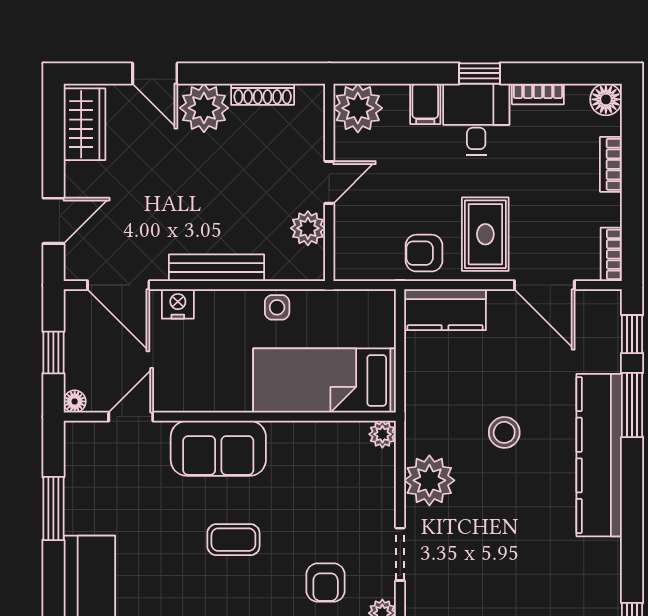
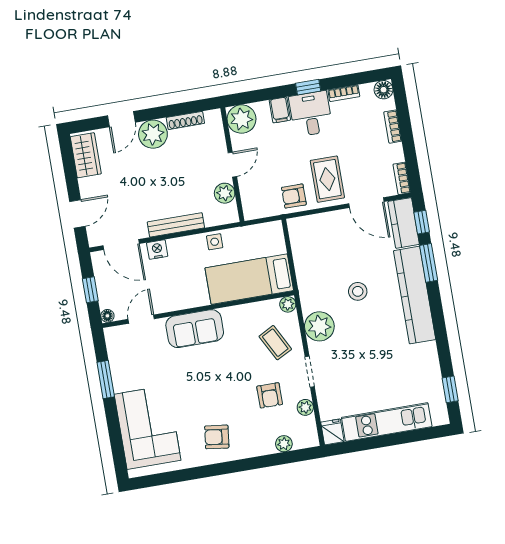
door: (155, 73) -> (121, 119), hinge flipped
kitchen counter: (445, 310) -> (404, 223), moved, turned 90
coffee table: (233, 540) -> (275, 343), moved, turned 62

